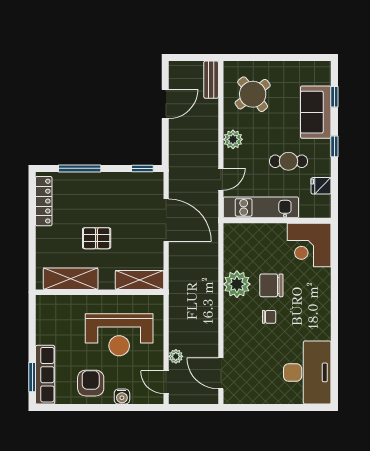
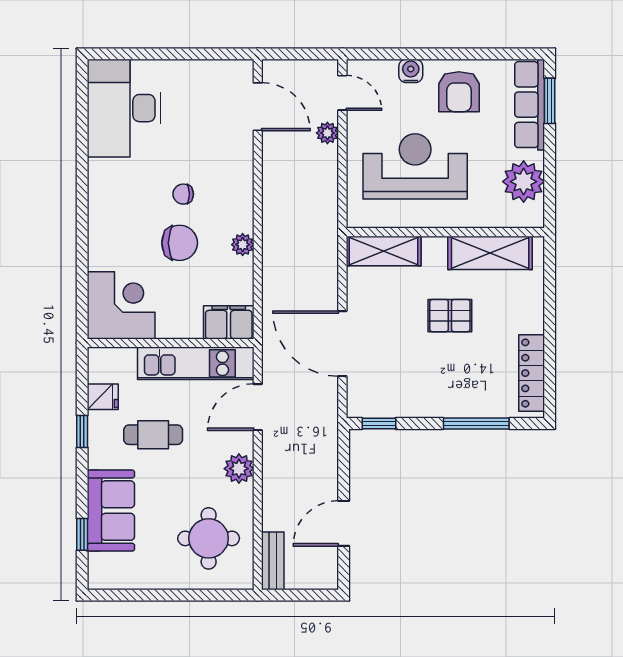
round table: (253, 94) -> (209, 538), turned 38
window: (334, 146) -> (82, 431), moved
door: (221, 179) -> (258, 407), width x1.38
filing cabinet: (240, 234) -> (229, 322), added
plant: (237, 284) -> (243, 245), width x0.53, depth x0.53
plant: (49, 325) -> (524, 182), added

